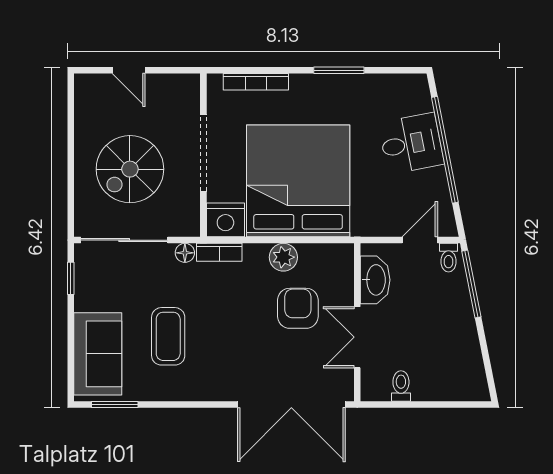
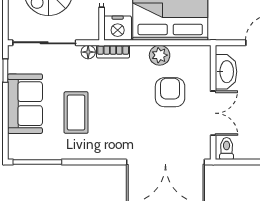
double door: (357, 337) -> (213, 113), swing flipped
sofa: (98, 354) -> (25, 104), moved
toilet: (401, 386) -> (227, 149), moved
window: (115, 405) -> (37, 162), width x1.44

